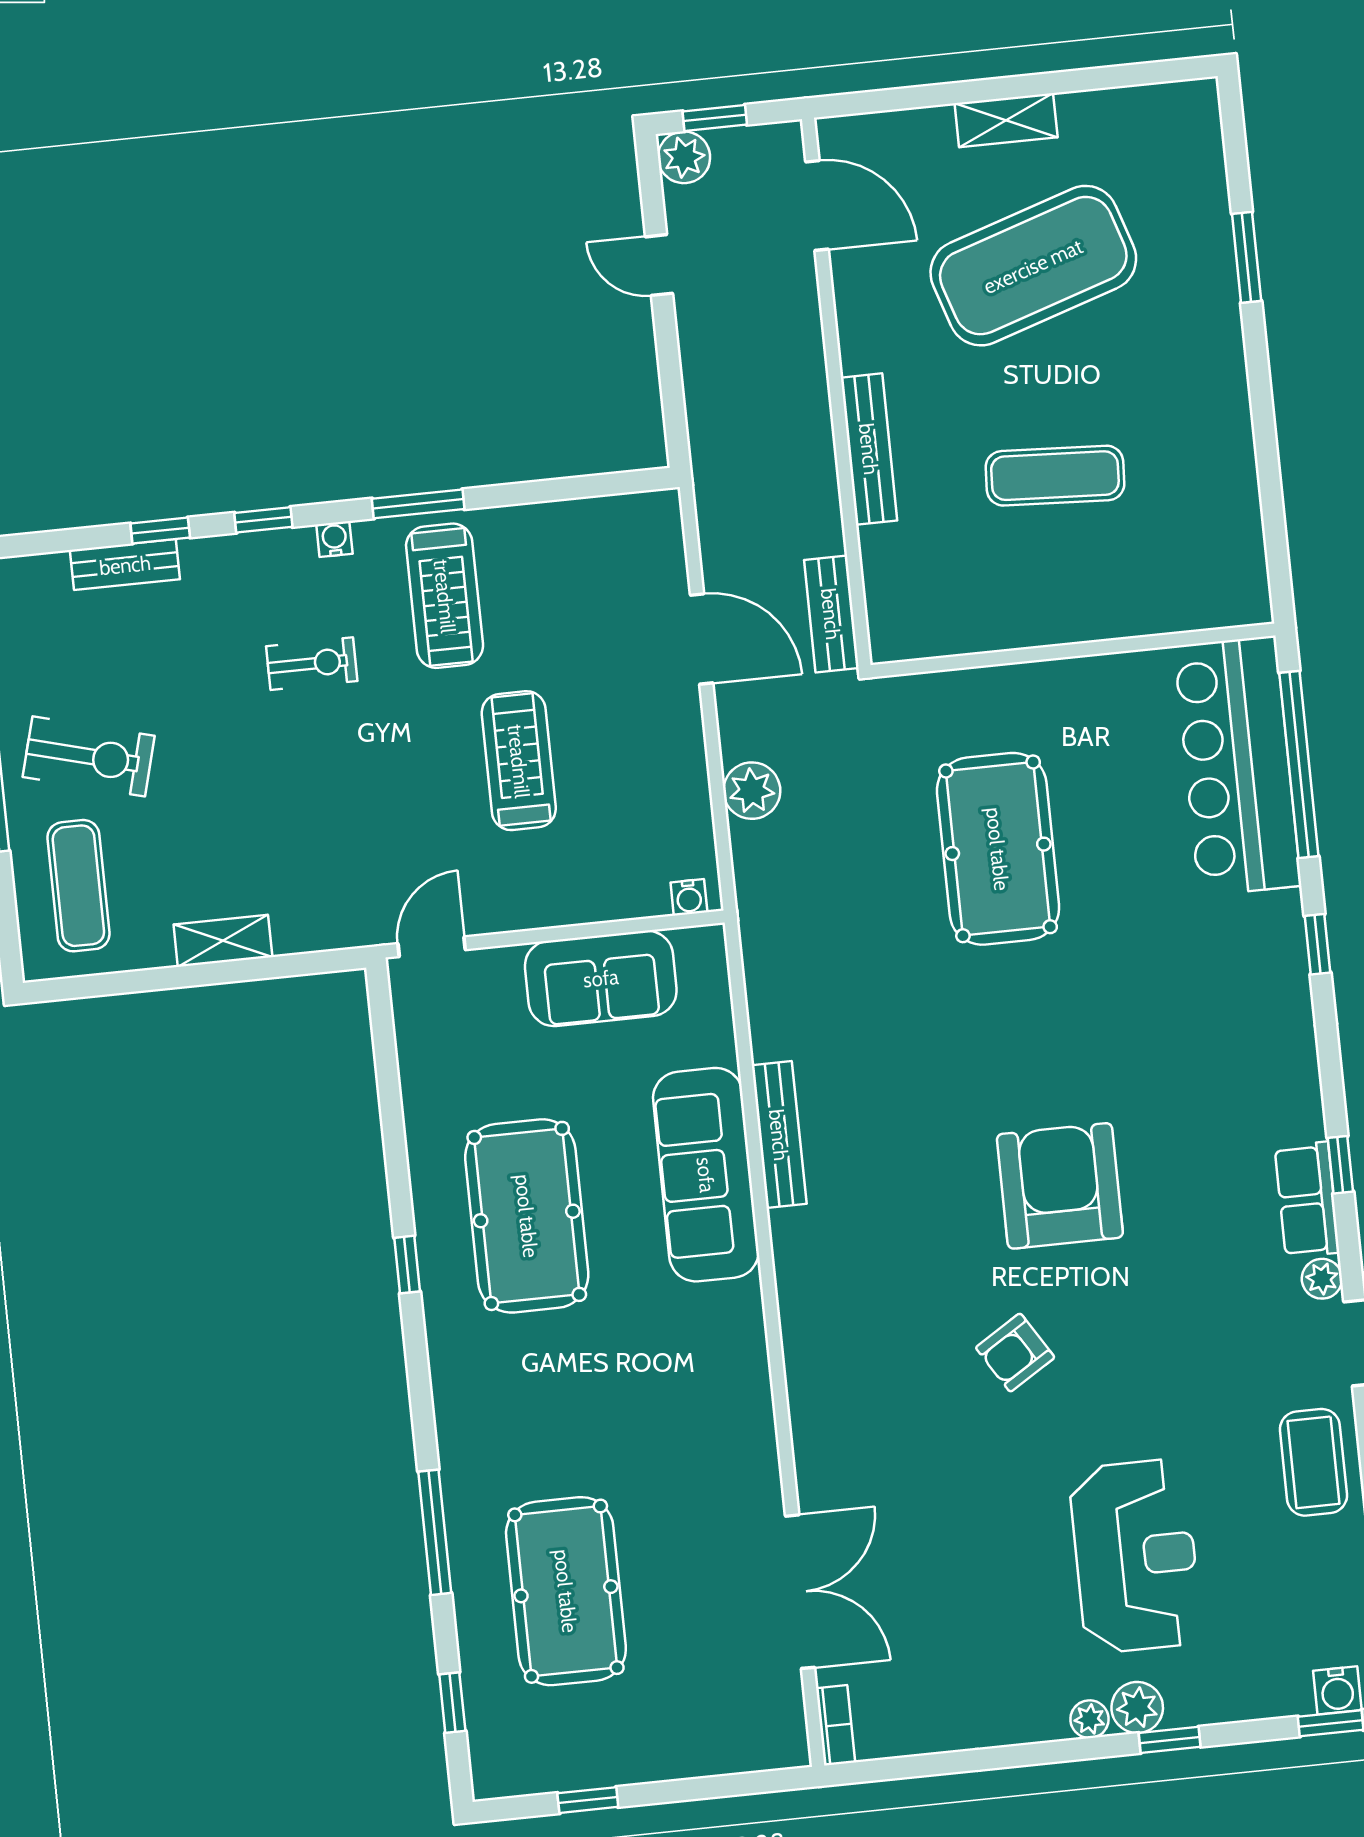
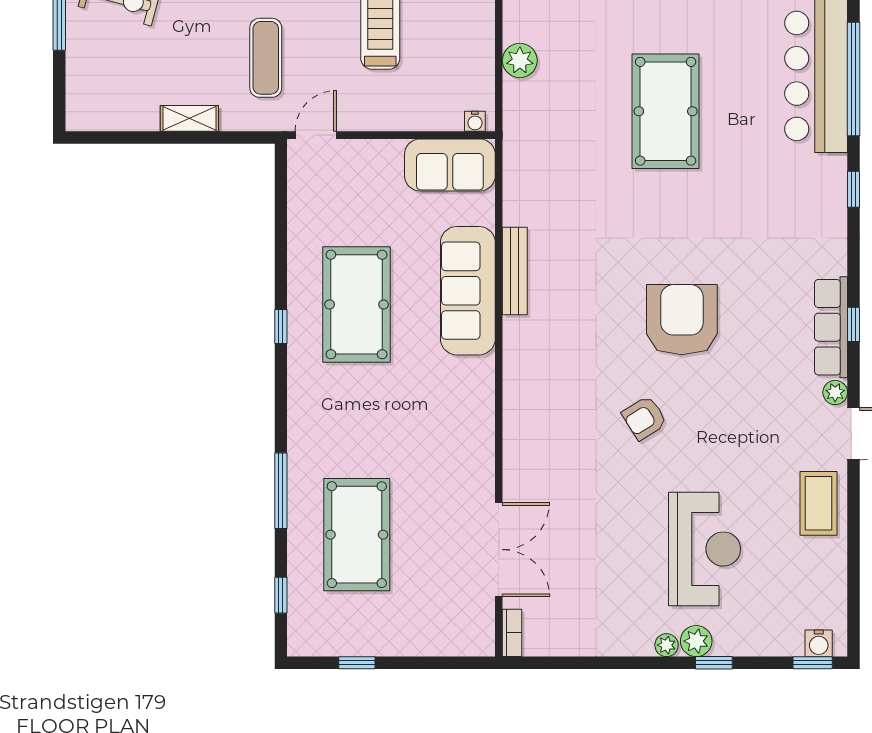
exercise mat: (78, 886) -> (266, 58), moved
sofa: (601, 978) -> (450, 165), moved
row of seats: (1307, 1200) -> (831, 327), width x1.48

